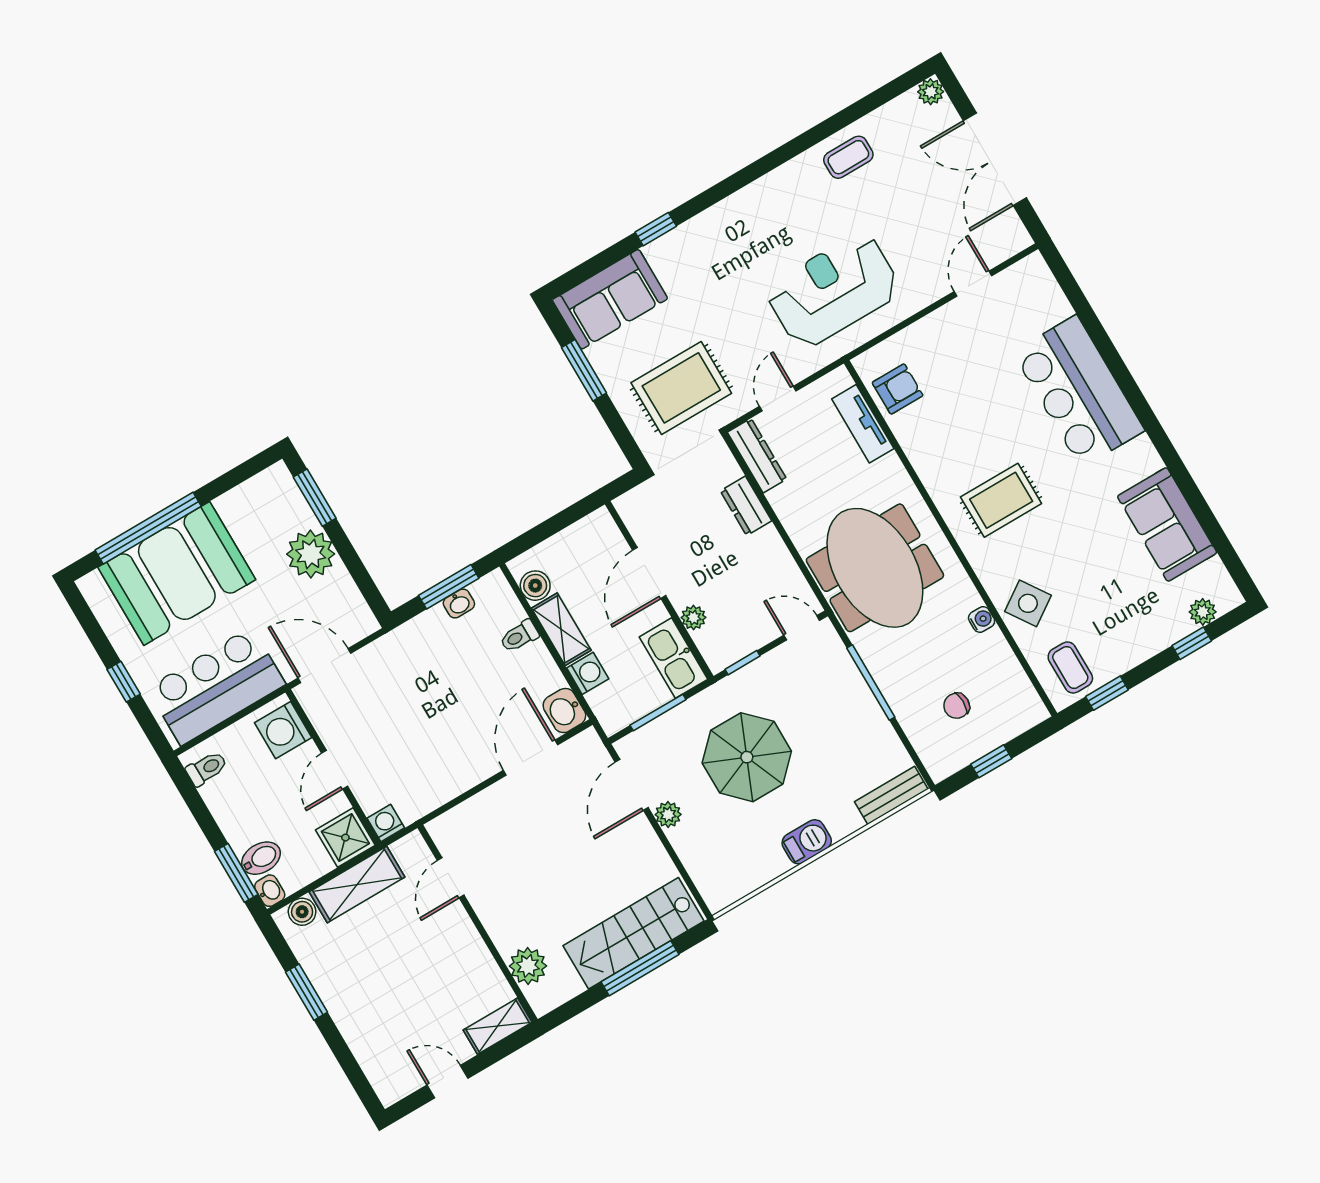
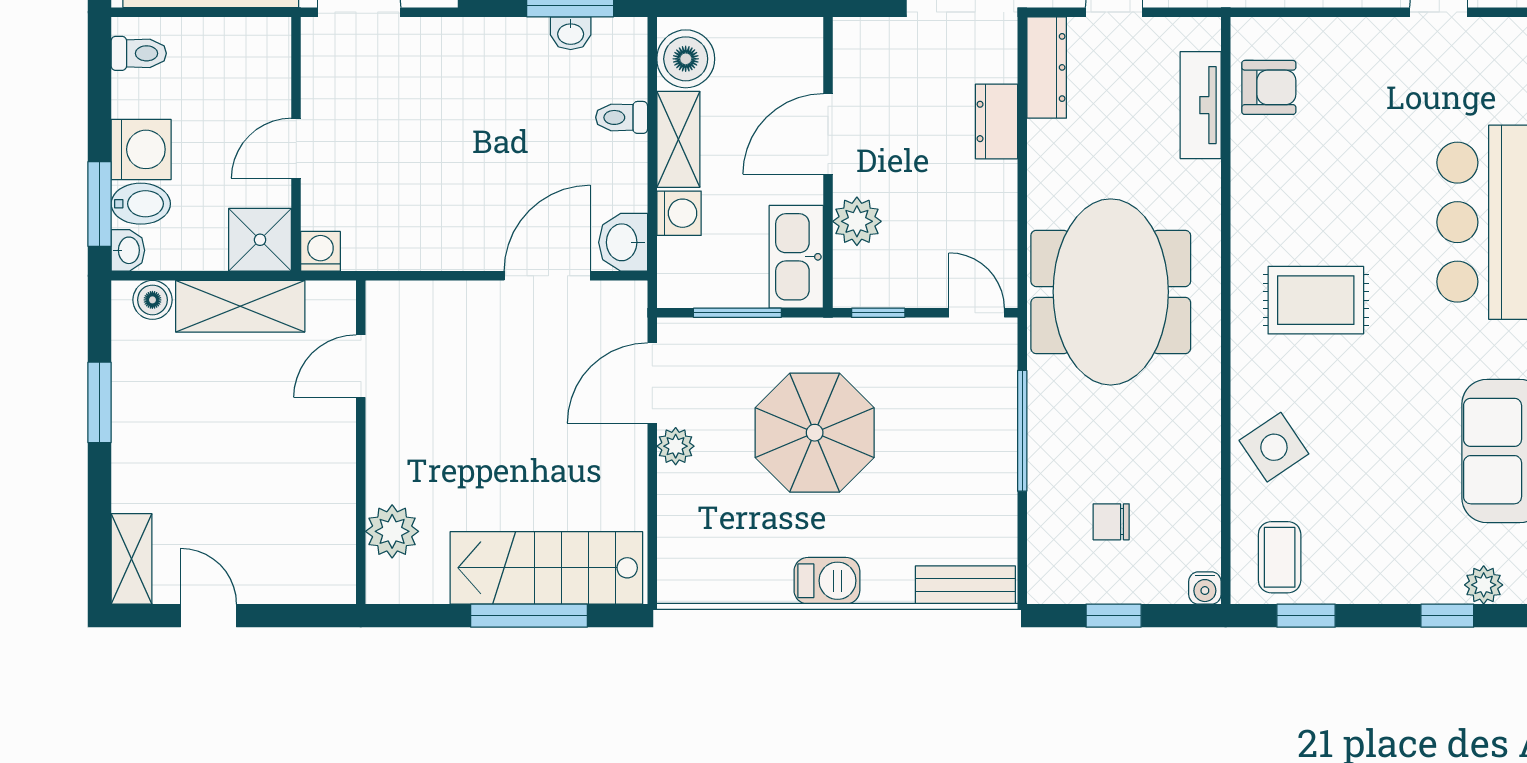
boiler: (535, 586) -> (686, 59), width x1.36, depth x1.36
plant: (693, 618) -> (857, 221), width x1.38, depth x1.38
water cooler: (982, 620) -> (1205, 588), moved, turned 90
washing machine: (283, 730) -> (141, 149), moved, turned 180
shelving: (498, 1026) -> (131, 559), moved, turned 90

